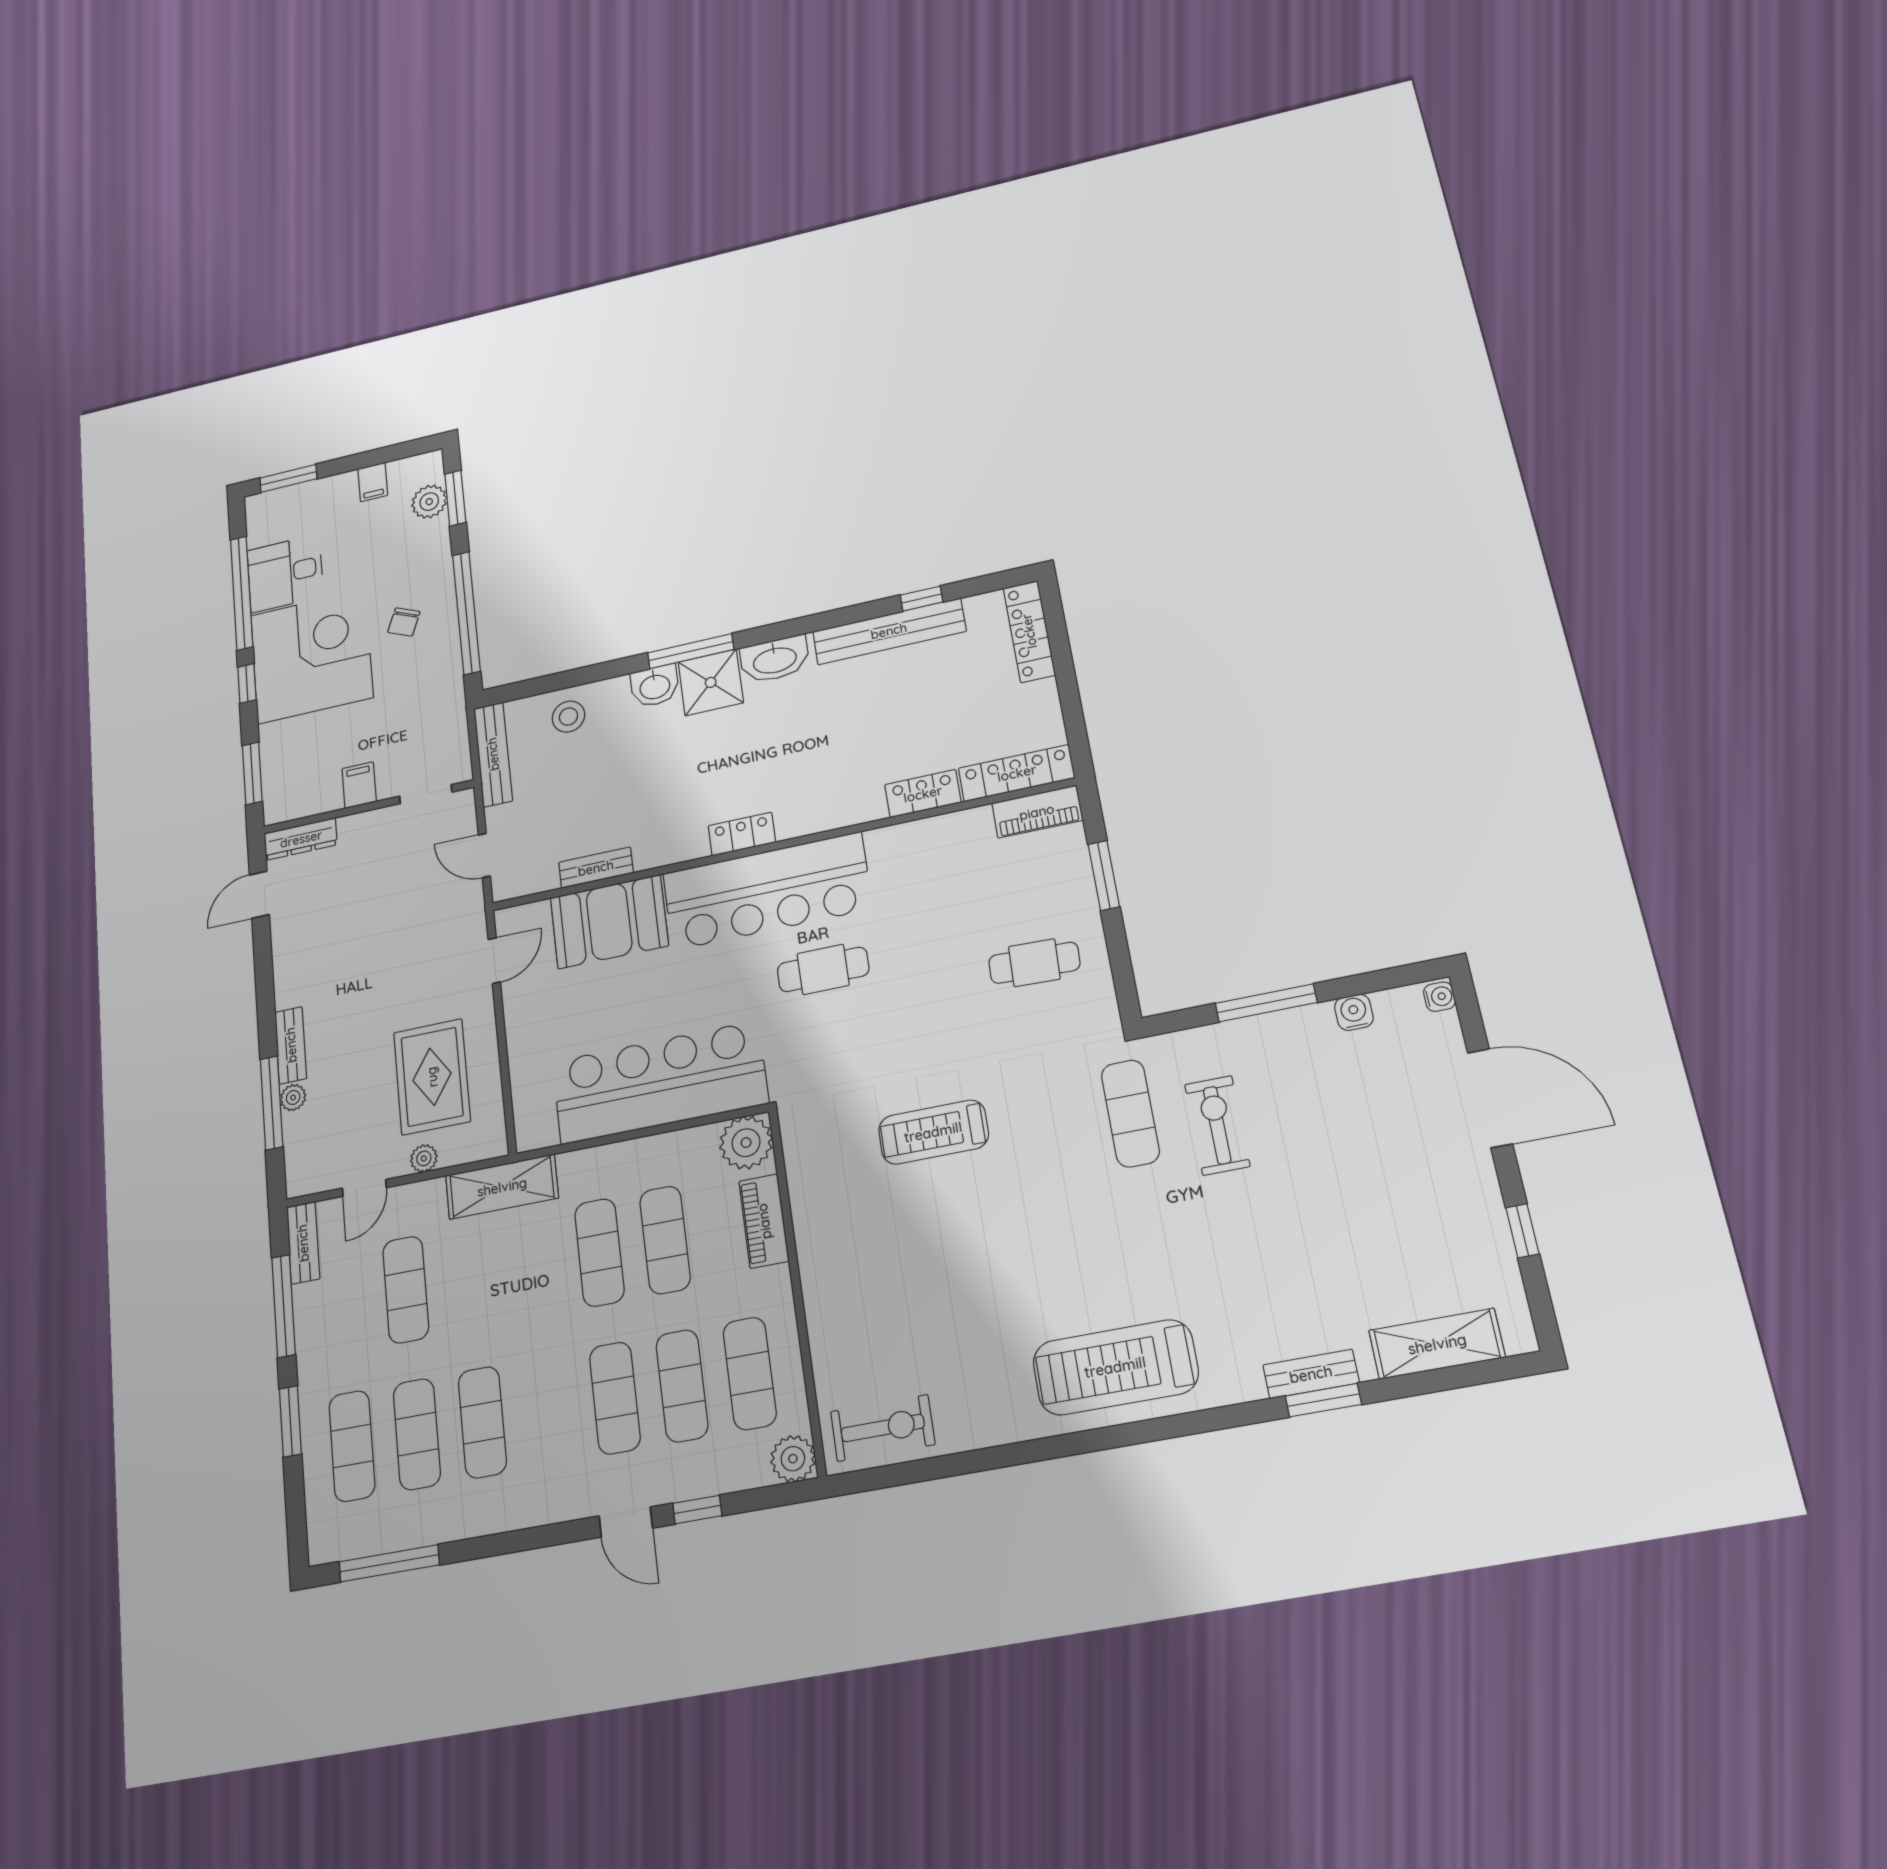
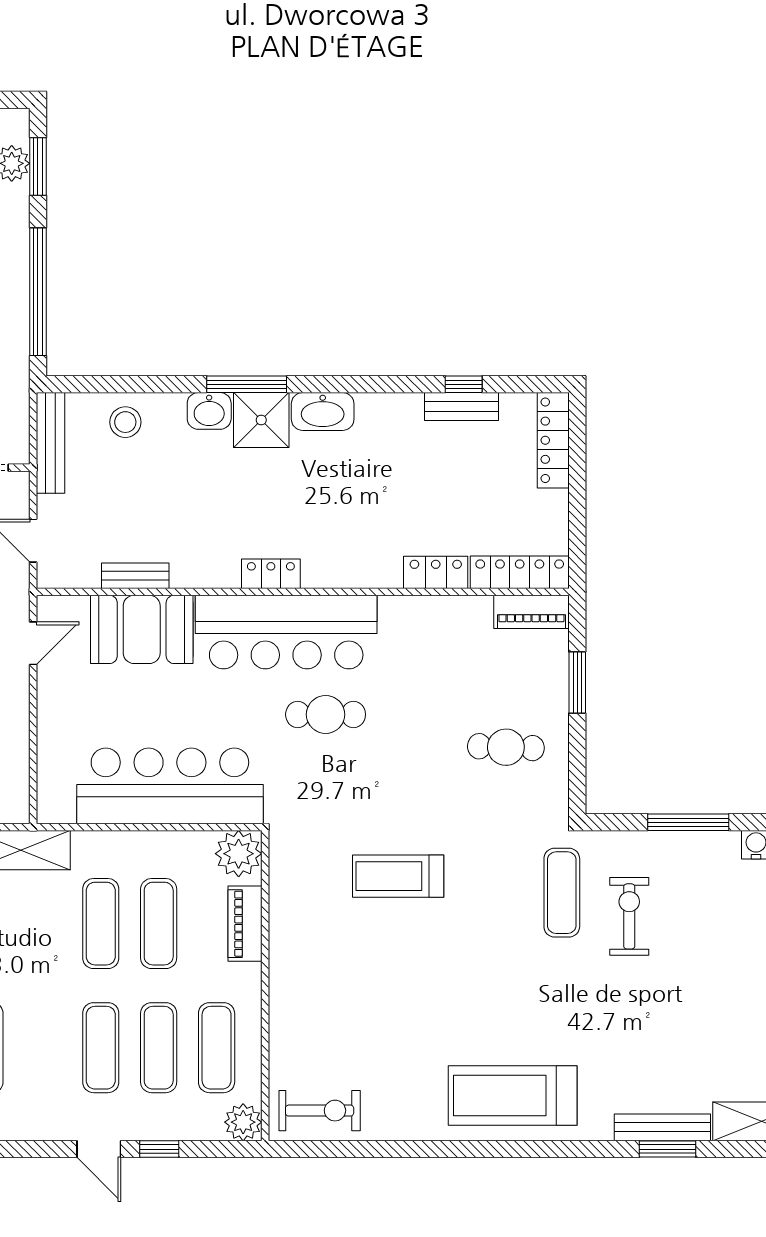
bench: (889, 631) -> (462, 406), width x0.54, depth x0.82
bench: (1311, 1374) -> (662, 1127), width x1.36

